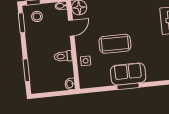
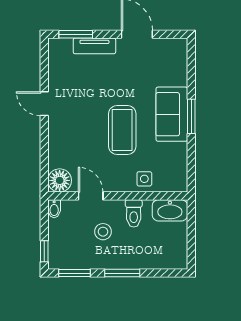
stool: (37, 16) -> (103, 232), moved
window: (26, 70) -> (122, 273), moved
washbasin: (70, 84) -> (170, 210), width x1.91, depth x1.45

